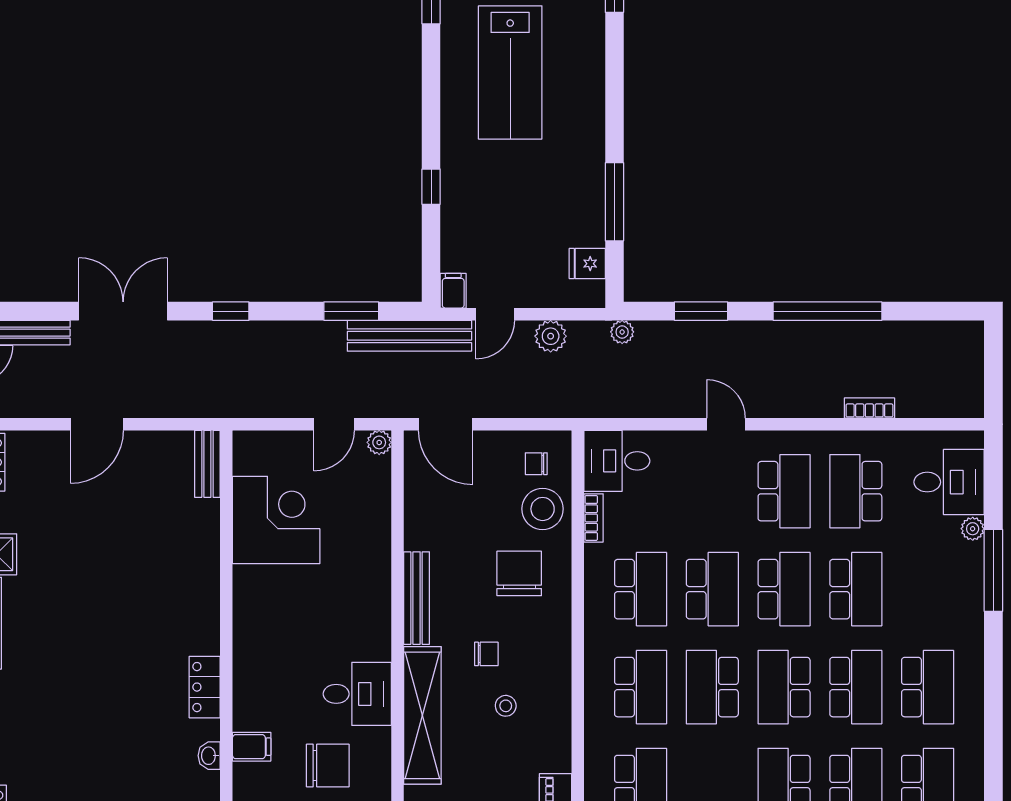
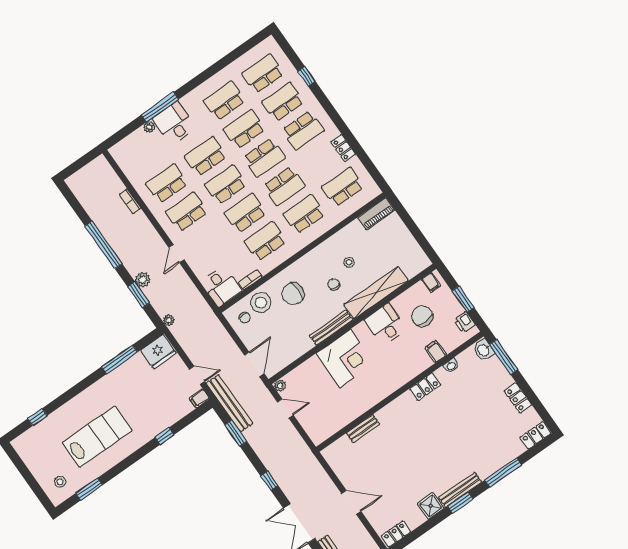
fridge: (587, 264) -> (158, 352), width x1.88, depth x1.34
plant: (551, 336) -> (143, 280), moved
bench: (207, 464) -> (363, 429), moved
desk: (949, 482) -> (174, 123), moved
school desk: (856, 491) -> (167, 184), turned 180
corner desk: (276, 520) -> (345, 358), moved, turned 180

